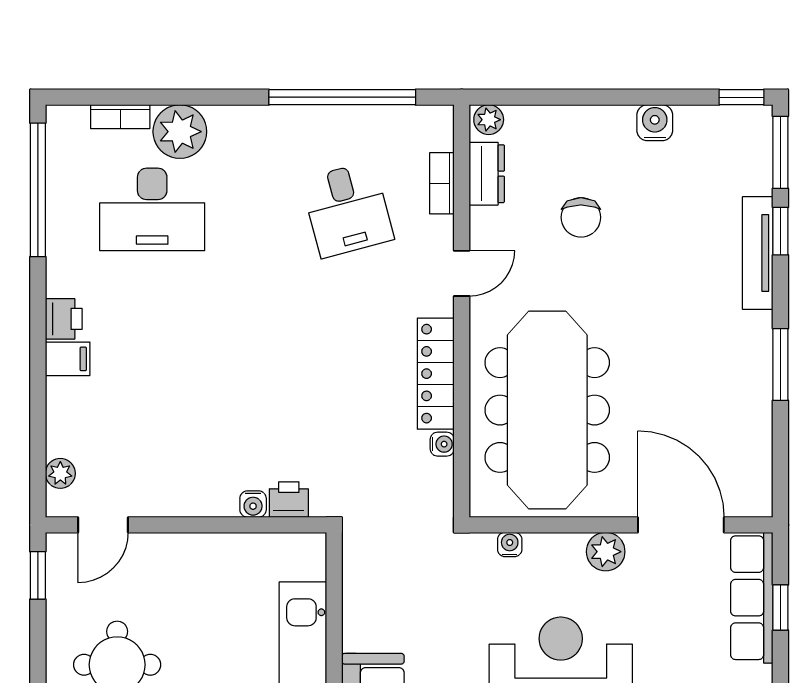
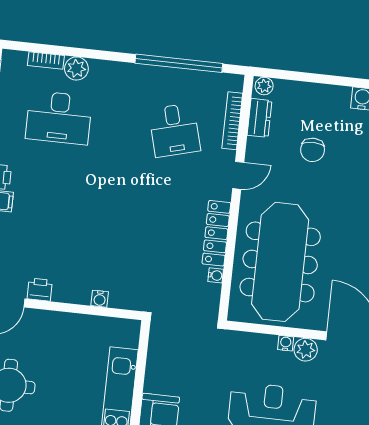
plant: (180, 132) -> (76, 68), width x0.73, depth x0.73
bookcase: (442, 183) -> (232, 121), width x1.56
printer: (289, 500) -> (40, 290), moved
water cooler: (510, 544) -> (286, 343), moved

